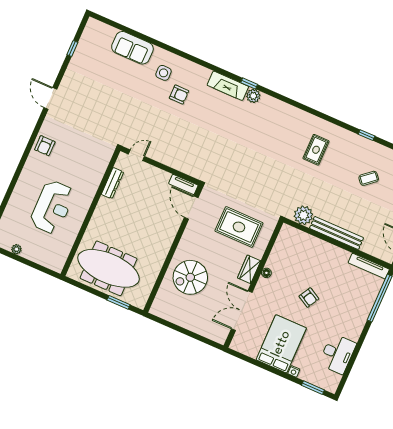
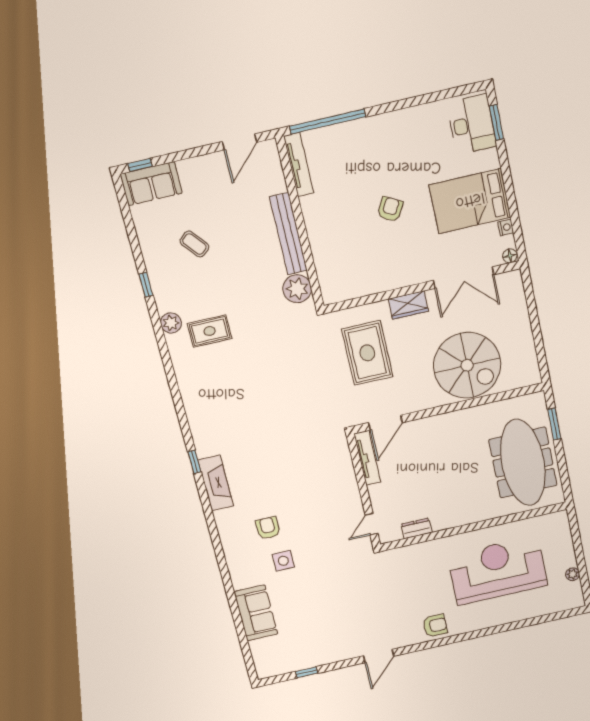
side table: (164, 73) -> (283, 561), moved
plant: (253, 96) -> (171, 323), moved
door: (136, 155) -> (372, 524), hinge flipped
dresser: (113, 183) -> (416, 528), width x0.70
tv unit: (183, 184) -> (367, 458), width x1.41
reception desk: (52, 207) -> (497, 570), width x1.36, depth x1.30
floor lamp: (266, 273) -> (510, 256), moved
spiral stairs: (190, 277) -> (467, 365), width x1.37, depth x1.37
desk: (337, 354) -> (472, 124), moved, turned 90
nightstand: (294, 371) -> (506, 227), moved

